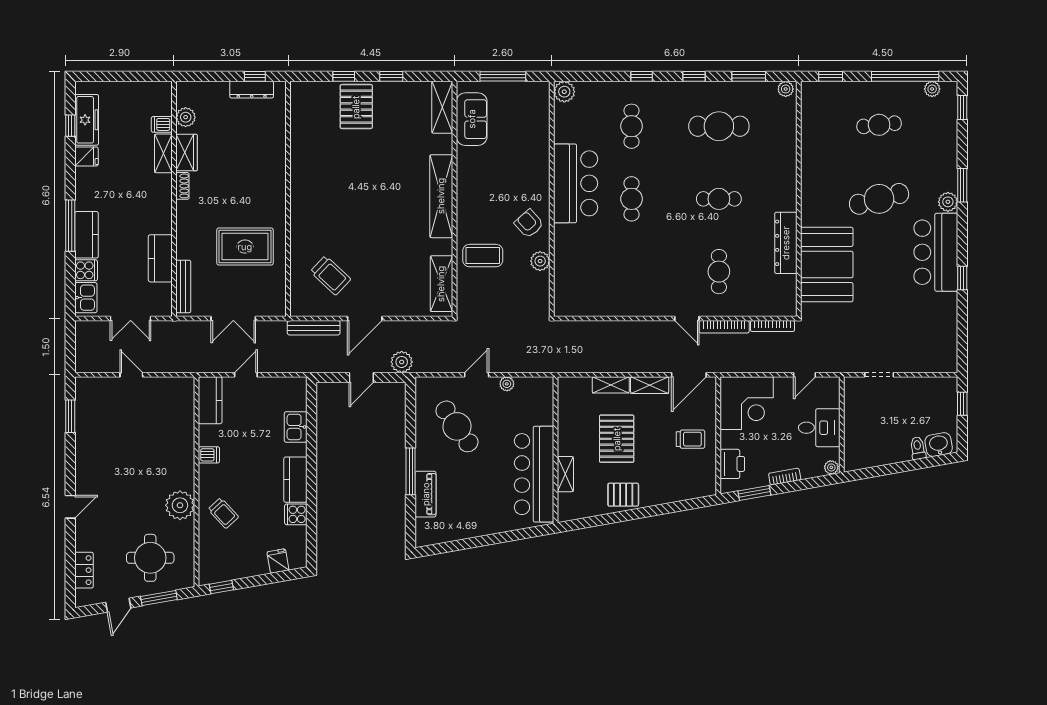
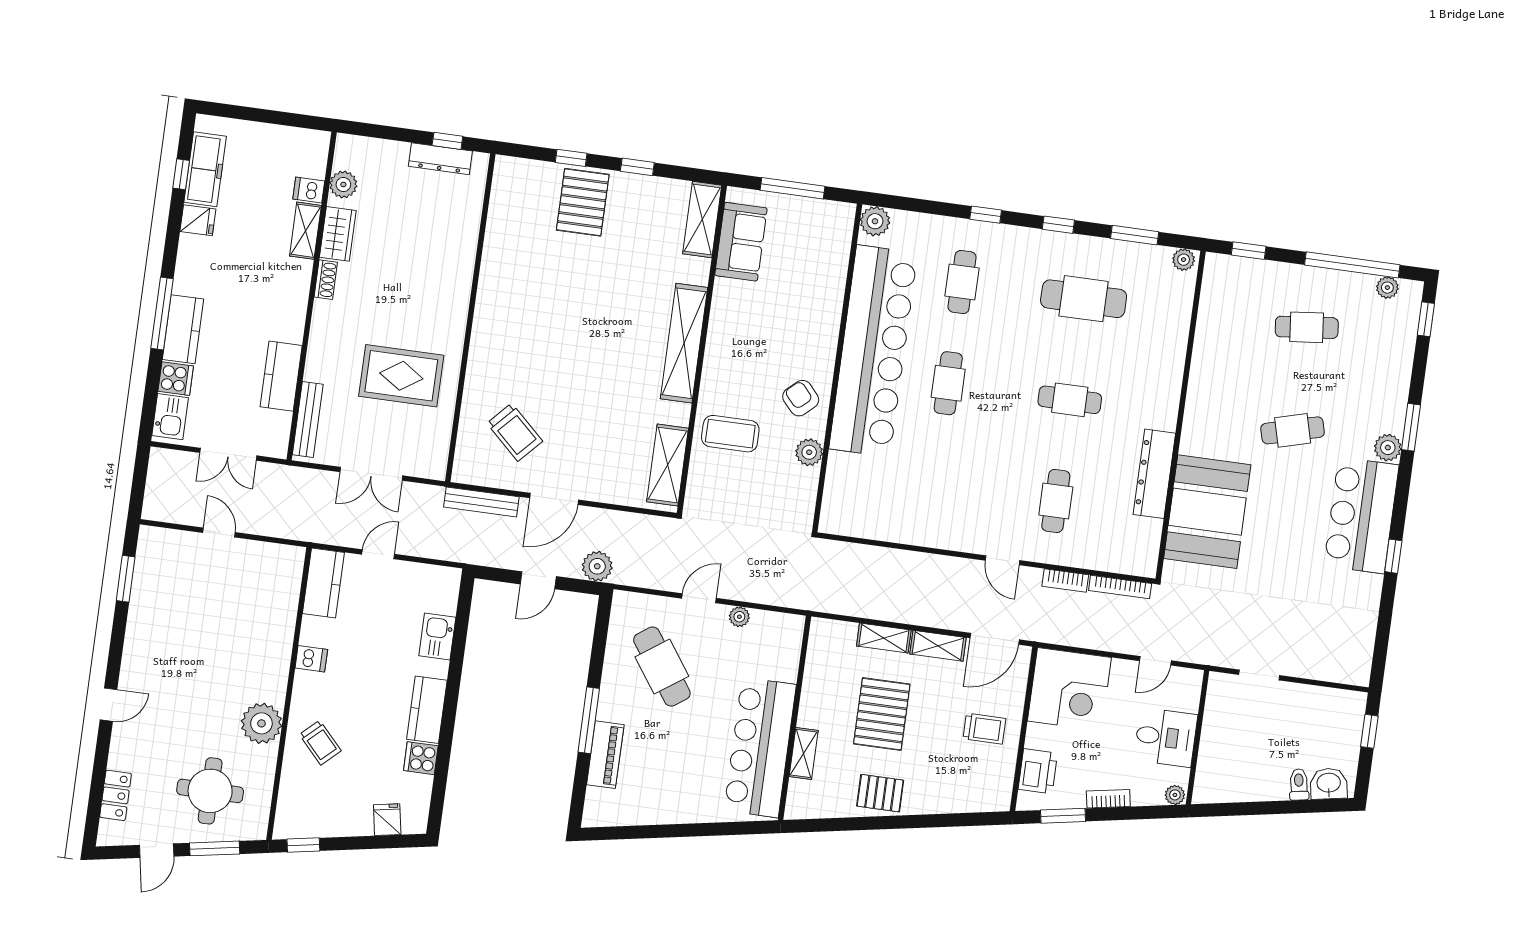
bar counter: (576, 183) -> (873, 351), width x1.86
cafe table: (879, 199) -> (1293, 430), width x0.73, depth x0.74
bookcase: (724, 327) -> (1065, 581), width x0.64

